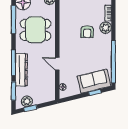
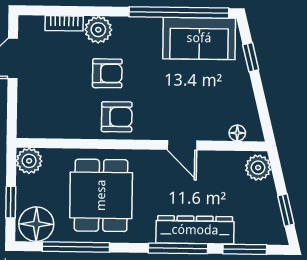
armchair: (69, 36) -> (117, 117), added
door: (57, 64) -> (182, 145), hinge flipped
sofa: (94, 81) -> (199, 38), moved, turned -76
plant: (27, 101) -> (258, 168), moved

